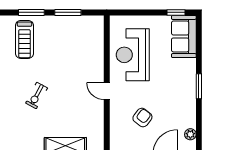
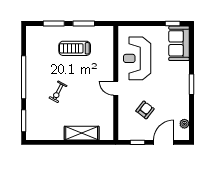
treadmill: (24, 39) -> (75, 48), moved, turned 90

